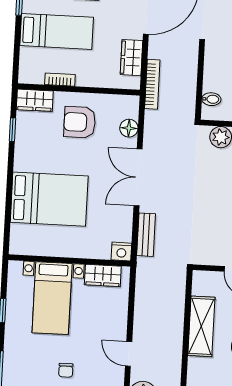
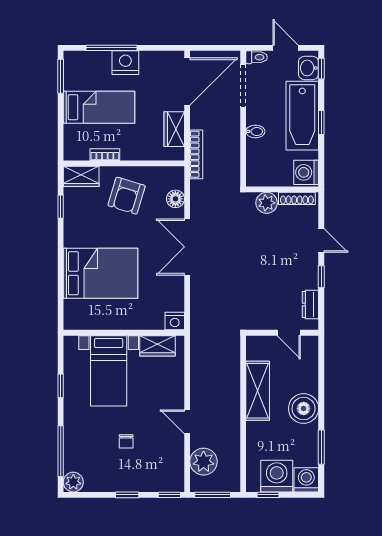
bidet: (211, 99) -> (255, 131), moved
armchair: (80, 122) -> (127, 196), turned -73
bench: (146, 235) -> (198, 303), removed

